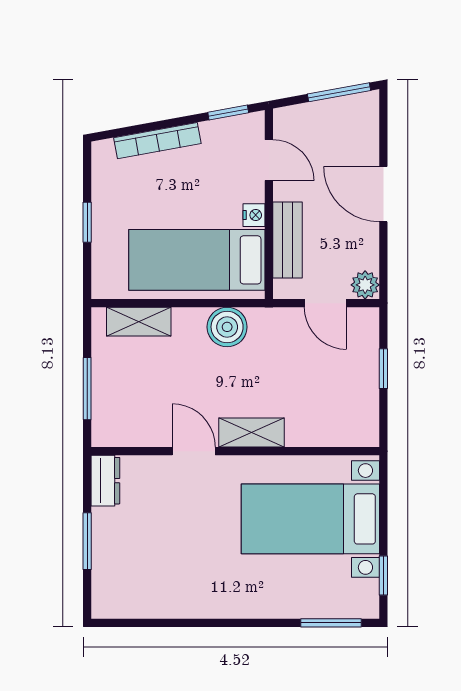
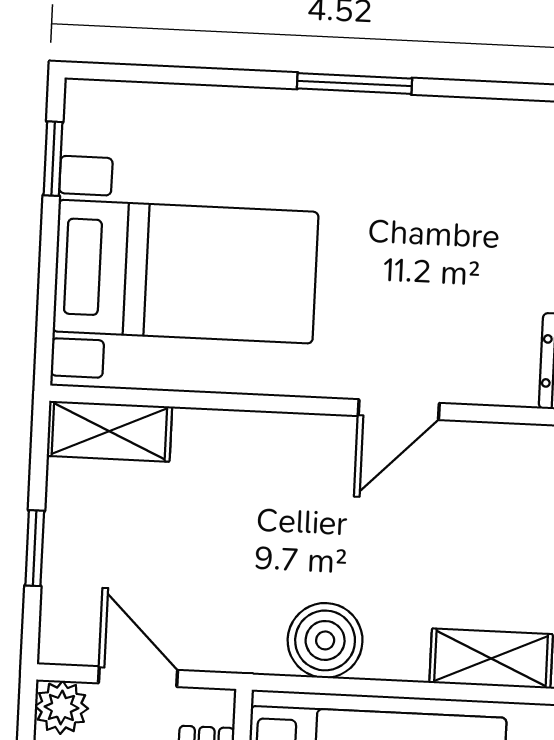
shelving: (251, 432) -> (109, 431), moved
door: (194, 451) -> (399, 410), hinge flipped
window: (331, 623) -> (355, 84), moved

